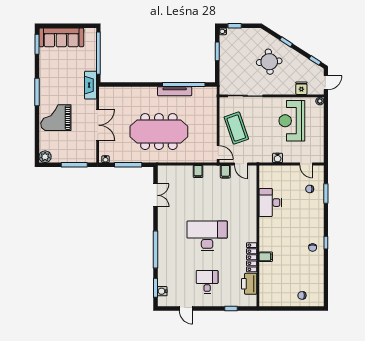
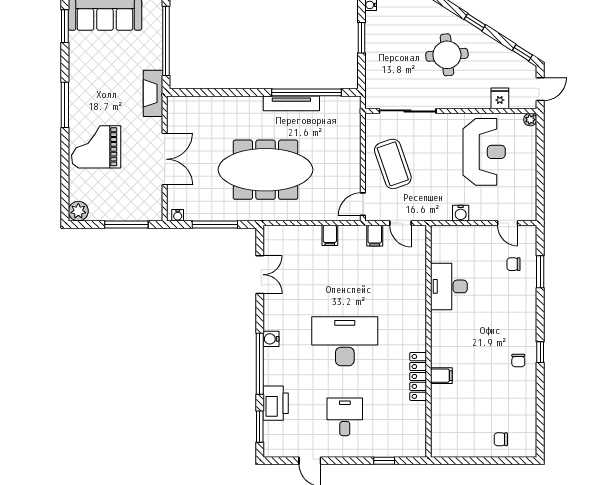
reception desk: (292, 121) -> (484, 152), turned 180
door: (218, 152) -> (363, 204), swing flipped
printer: (249, 284) -> (276, 403), moved, turned 180
water cooler: (162, 291) -> (271, 339), moved

